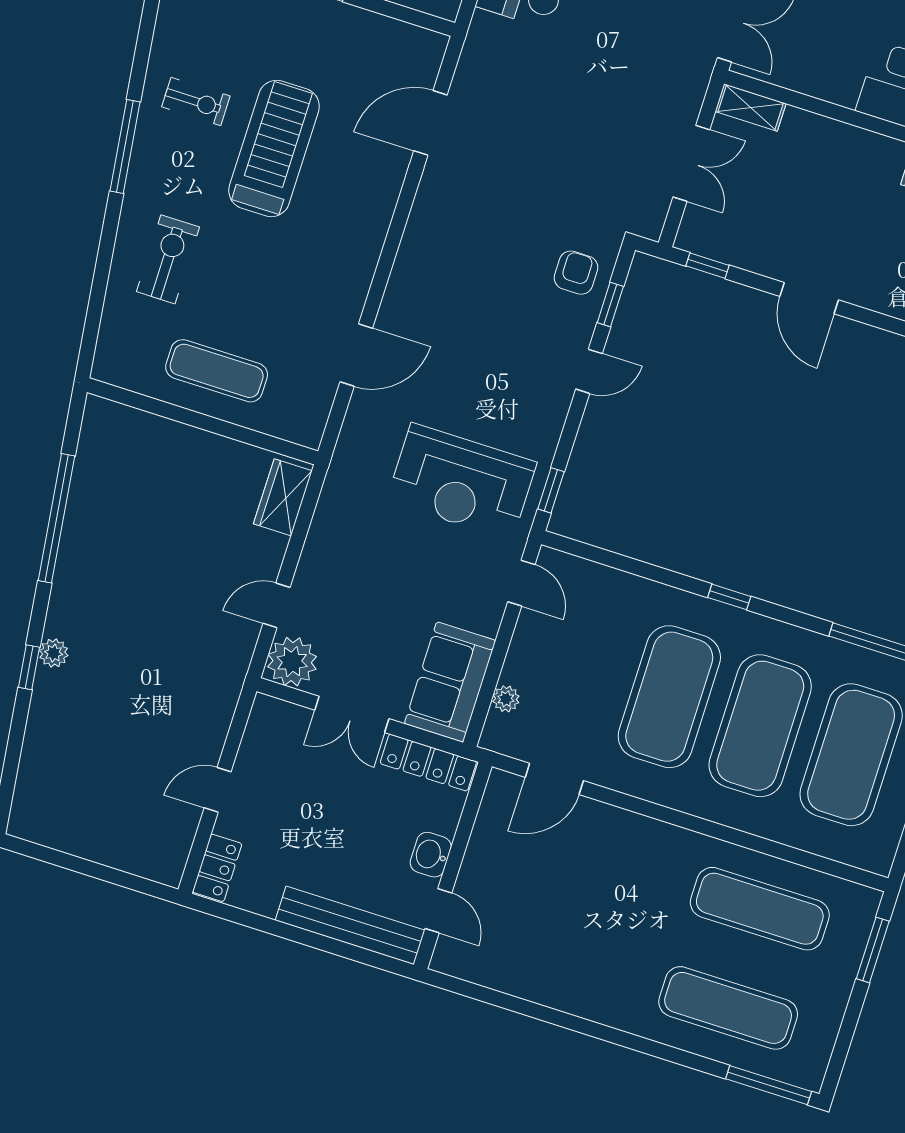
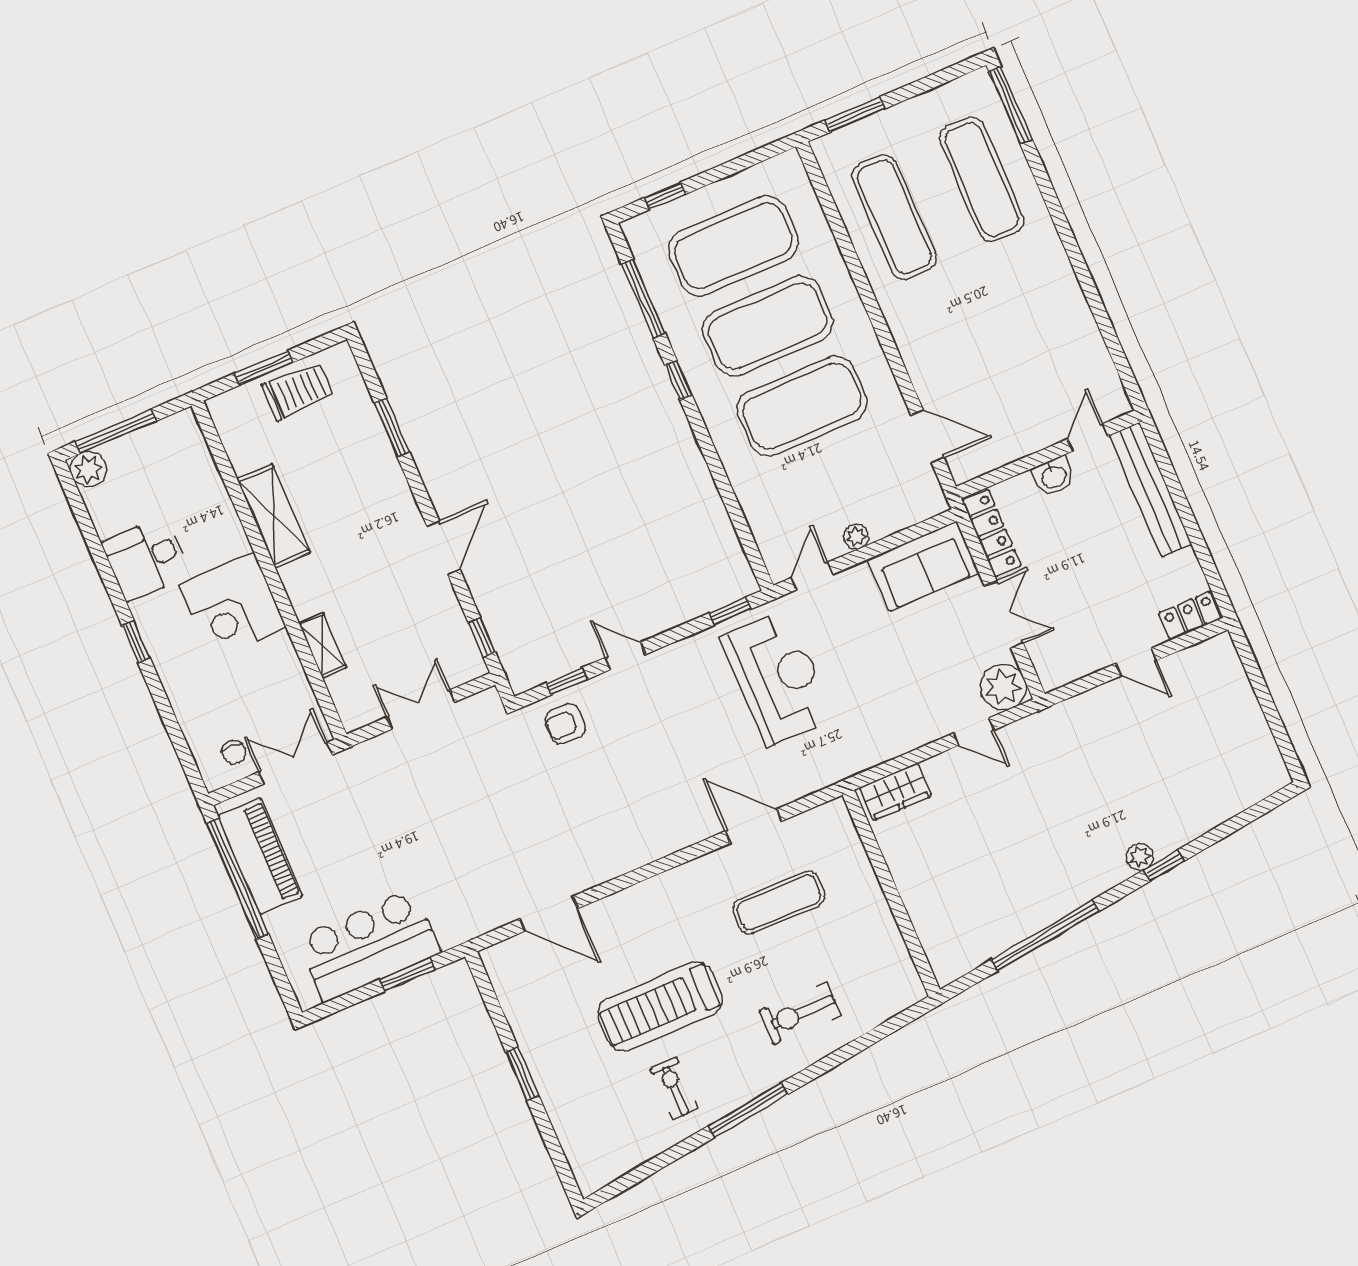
shelving: (751, 107) -> (323, 645), moved
exercise mat: (217, 371) -> (779, 903), moved, turned 90
window: (729, 597) -> (678, 380), moved
plant: (506, 699) -> (856, 537), moved

